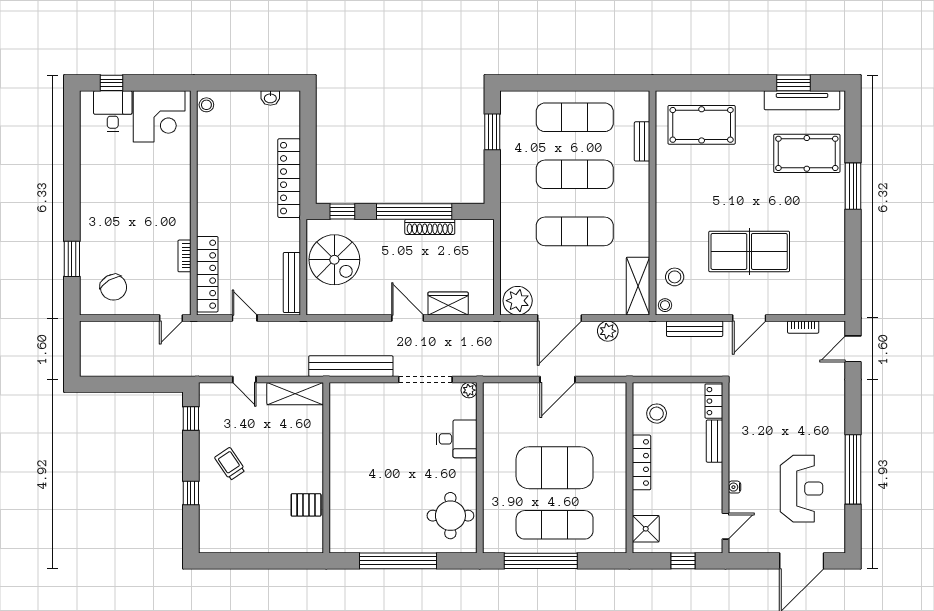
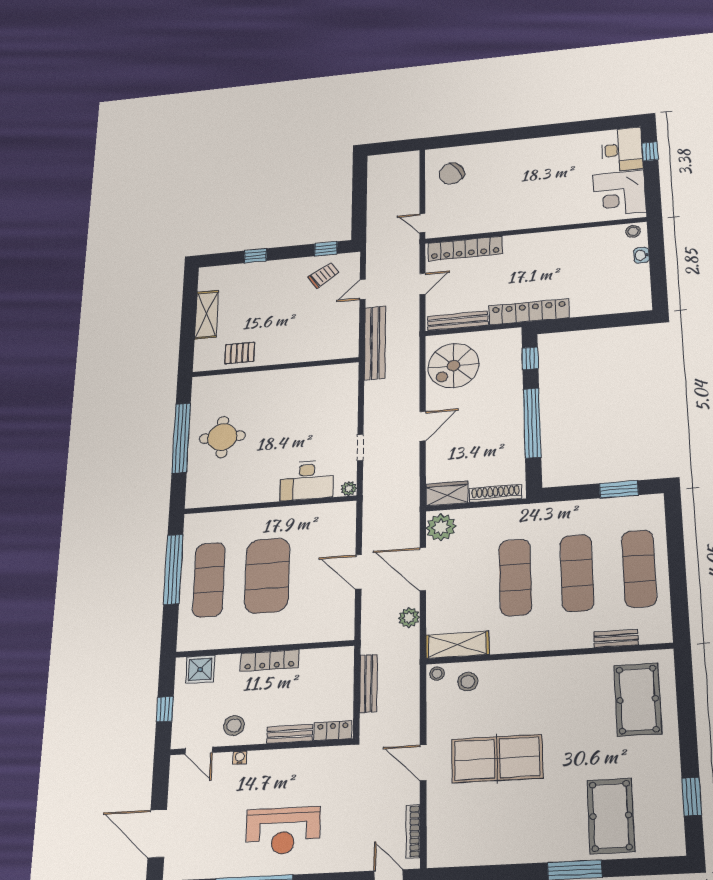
washbasin: (270, 98) -> (641, 255), moved
tv unit: (802, 100) -> (672, 807), removed
desk: (113, 111) -> (622, 150), width x1.37
locker: (289, 178) -> (529, 312), moved
shoe rack: (430, 227) -> (495, 493), moved, turned 90
table tennis table: (749, 251) -> (497, 759), turned 90
bookcase: (184, 256) -> (483, 228), removed
window: (72, 259) -> (478, 138), removed
spiral stairs: (334, 260) -> (453, 366), moved
wardrobe: (448, 304) -> (447, 493), moved, turned -90
bookcase: (803, 327) -> (413, 831), width x1.56
bench: (695, 329) -> (368, 683), moved
bench: (351, 366) -> (375, 343), moved
doorway: (425, 379) -> (360, 448), width x0.53
shelving: (295, 394) -> (207, 315), moved
stool: (657, 414) -> (234, 725), moved
desk: (456, 439) -> (307, 480), width x1.37
trolley: (230, 464) -> (324, 275), moved
reception desk: (802, 489) -> (283, 831), moved
pallet: (306, 505) -> (240, 353), turned 90
round table: (450, 516) -> (222, 437), moved

